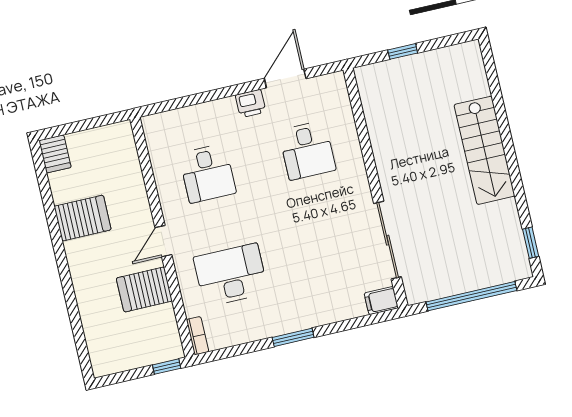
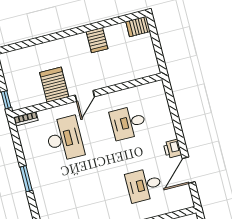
door: (285, 79) -> (189, 170), swing flipped
server rack: (83, 218) -> (97, 40), width x0.73, depth x0.70
door: (163, 241) -> (85, 96), swing flipped

